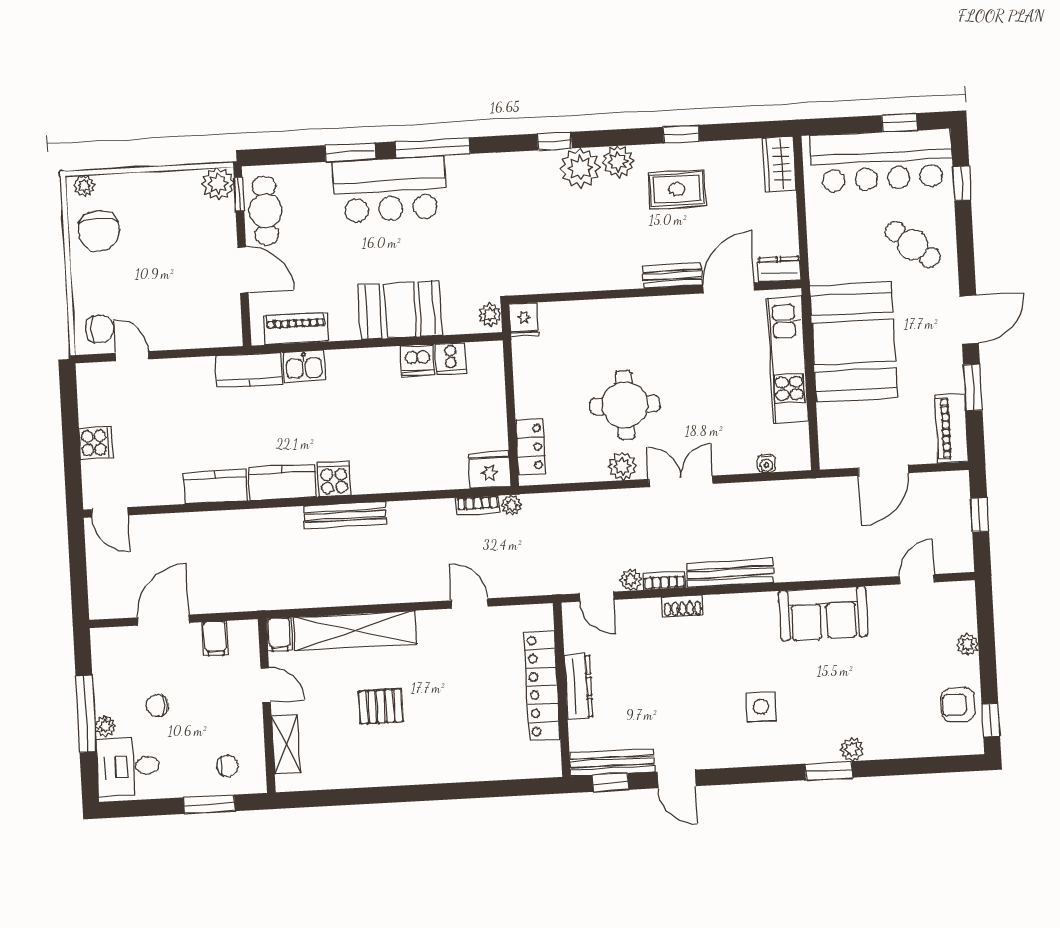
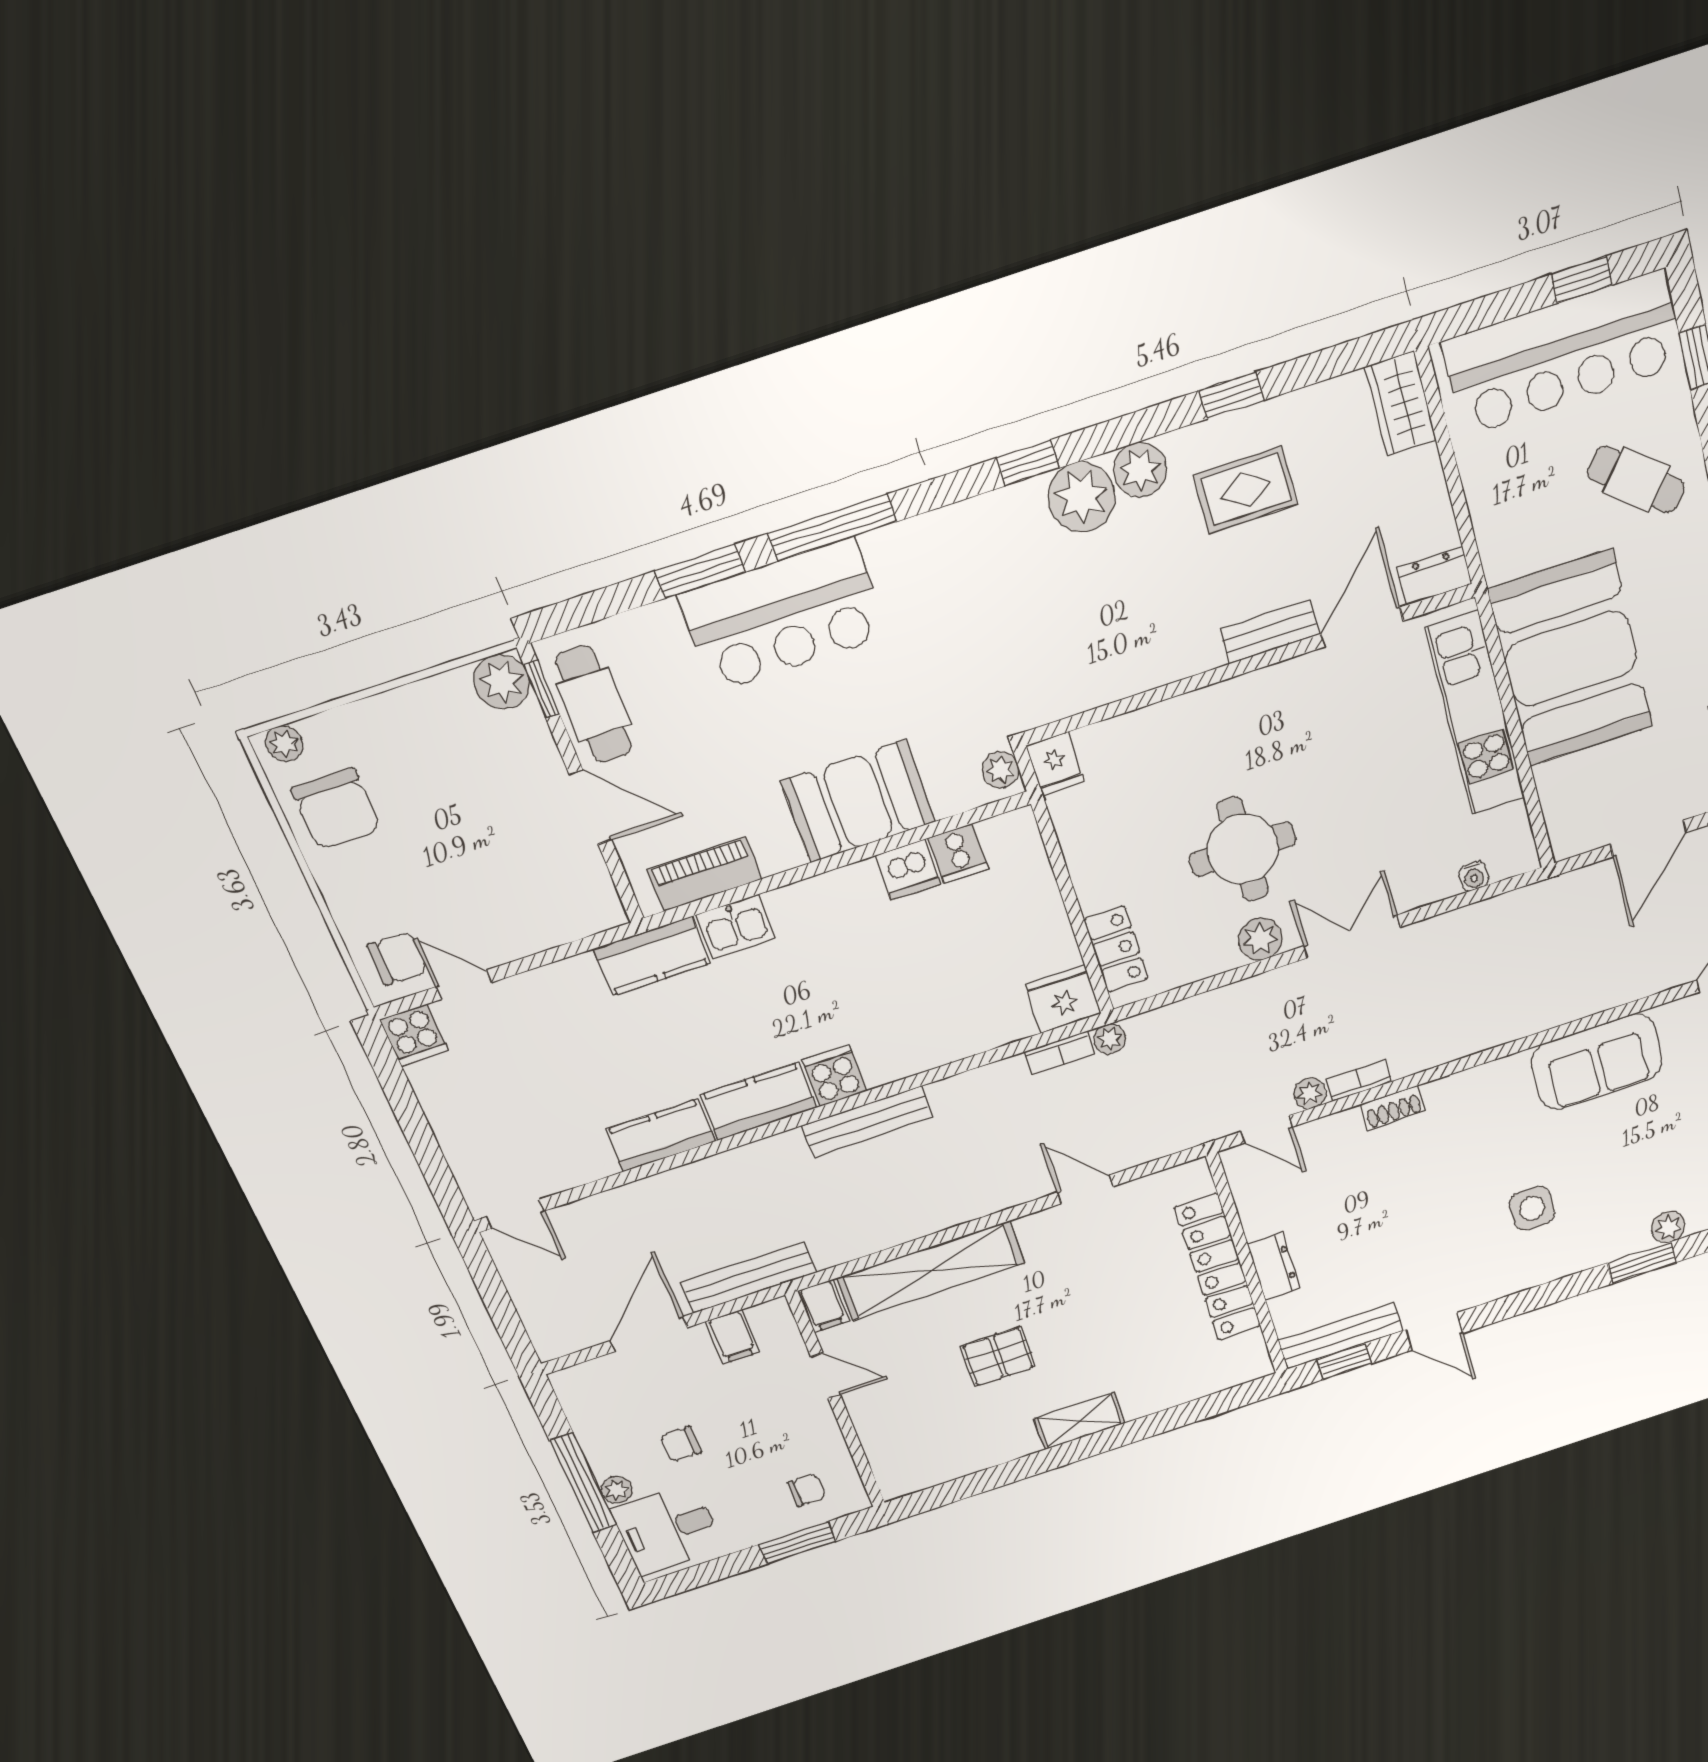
cooker: (96, 443) -> (414, 1035), moved, turned 90
bench: (730, 573) -> (749, 1277), moved
dresser: (579, 687) -> (1274, 1267), width x0.70
shelving: (286, 744) -> (1079, 1421), moved, turned 90

